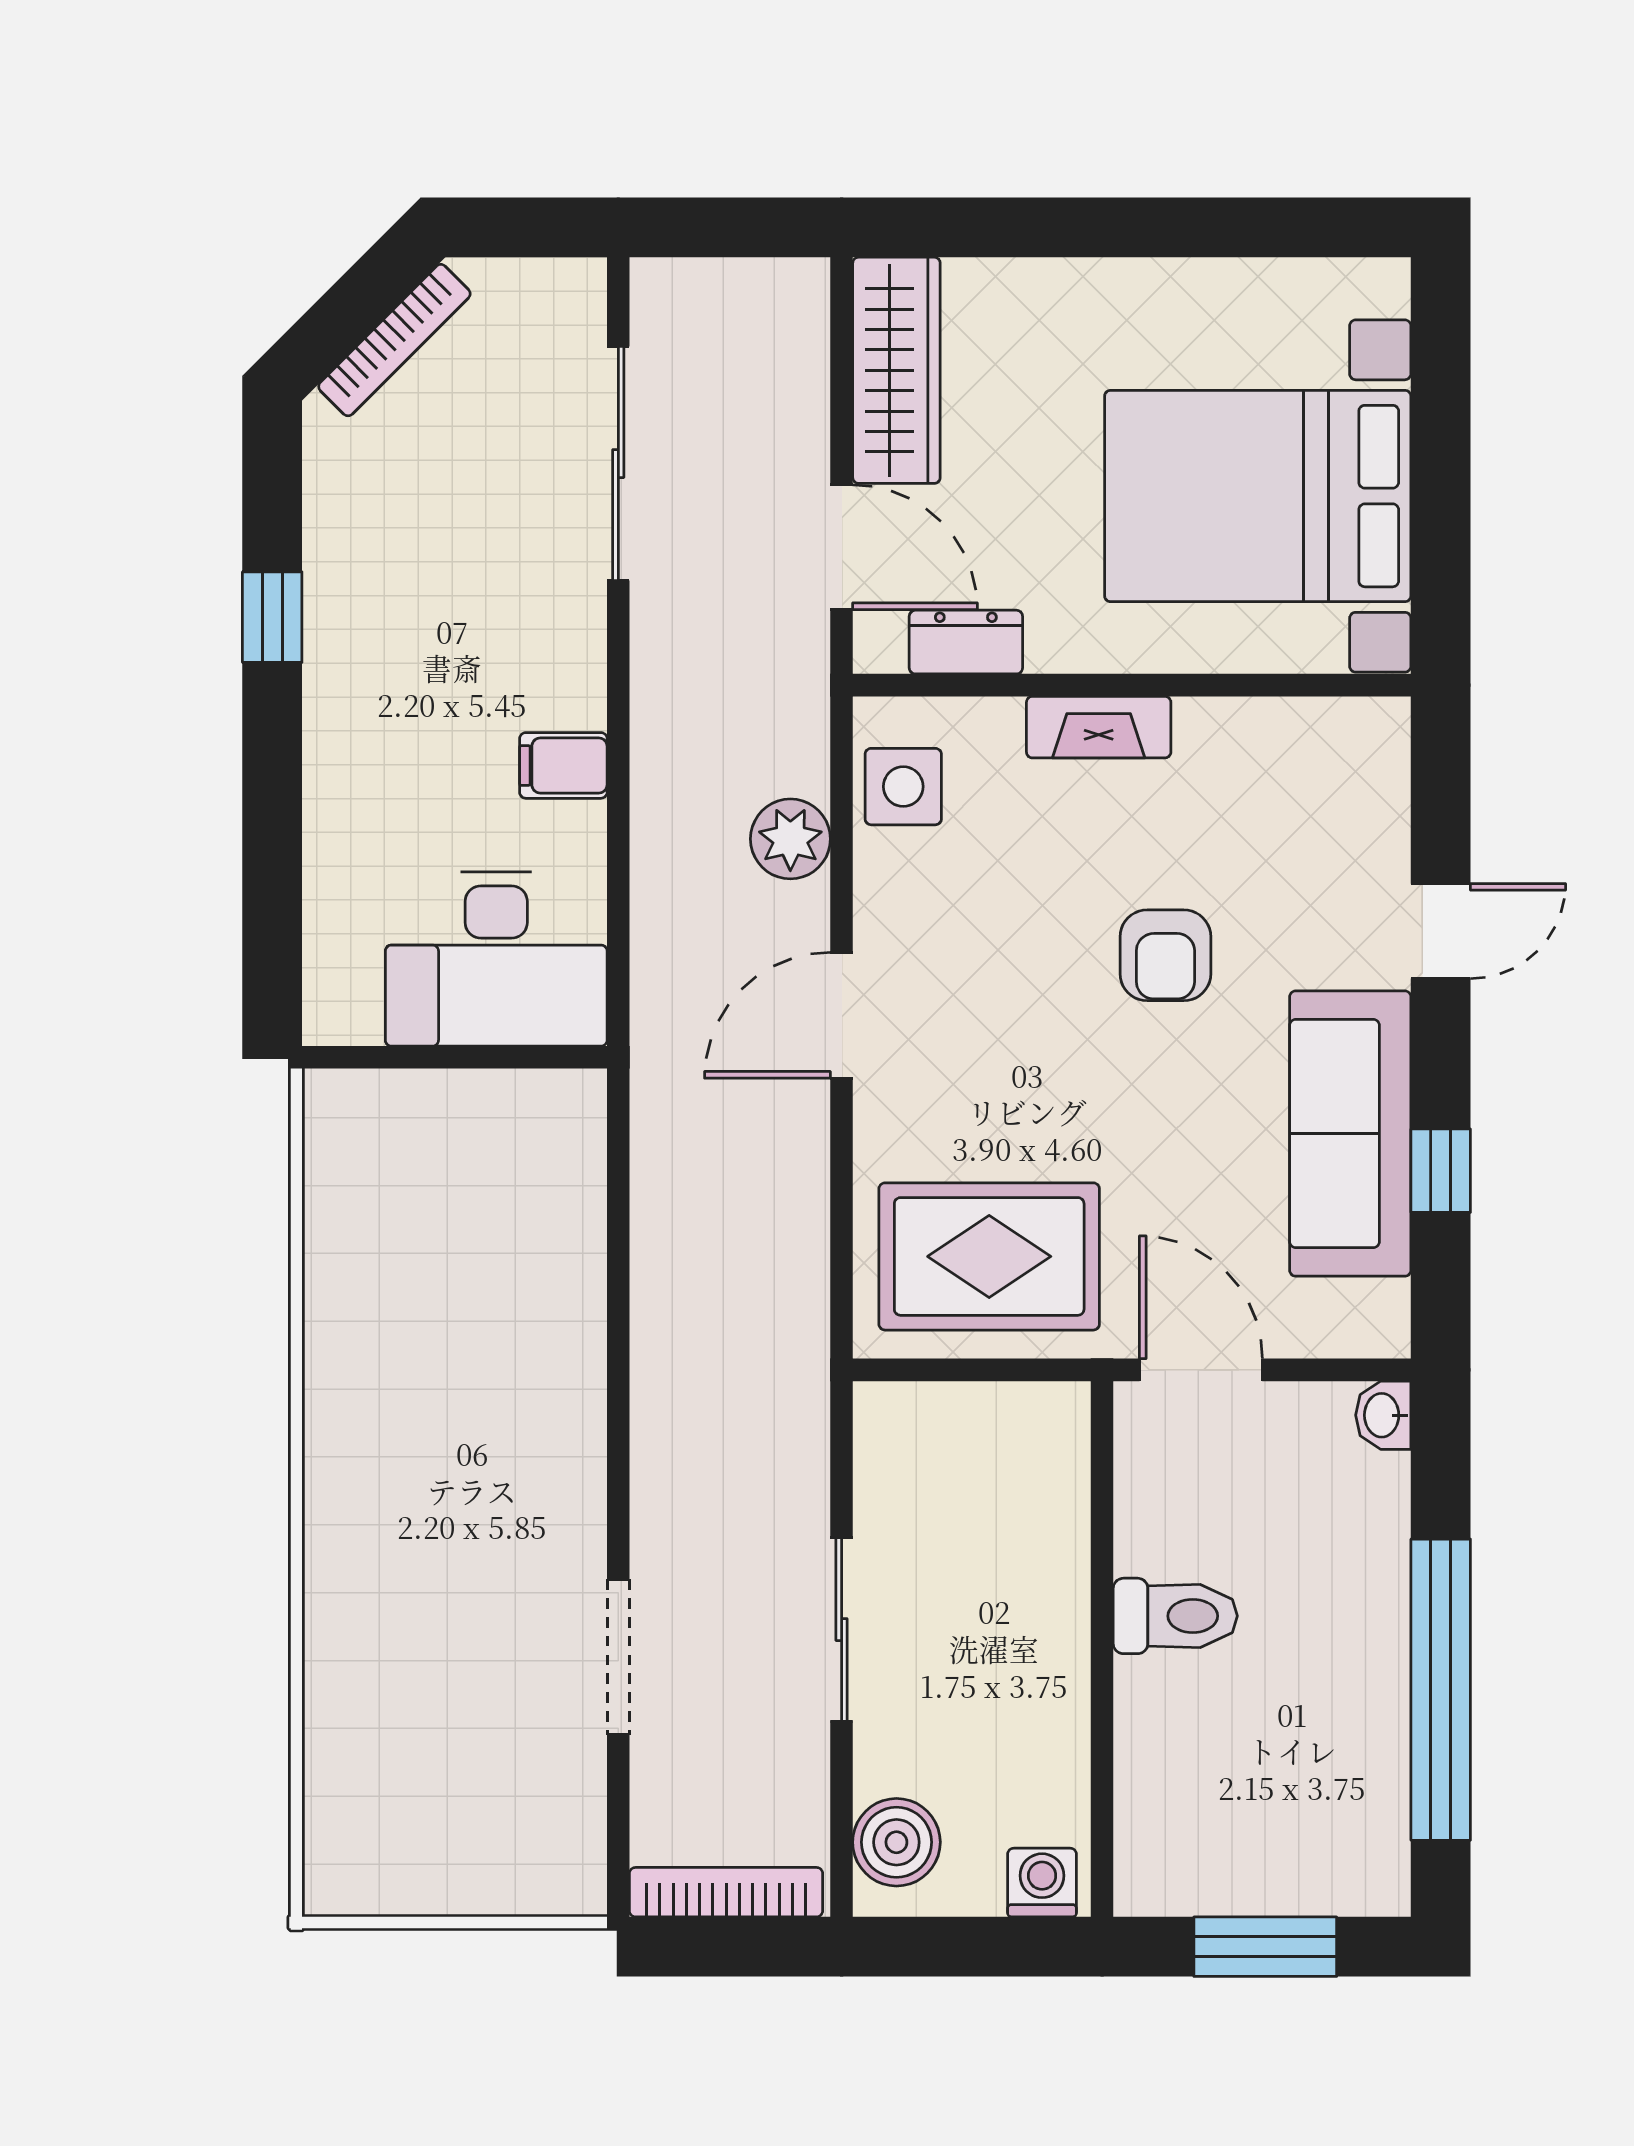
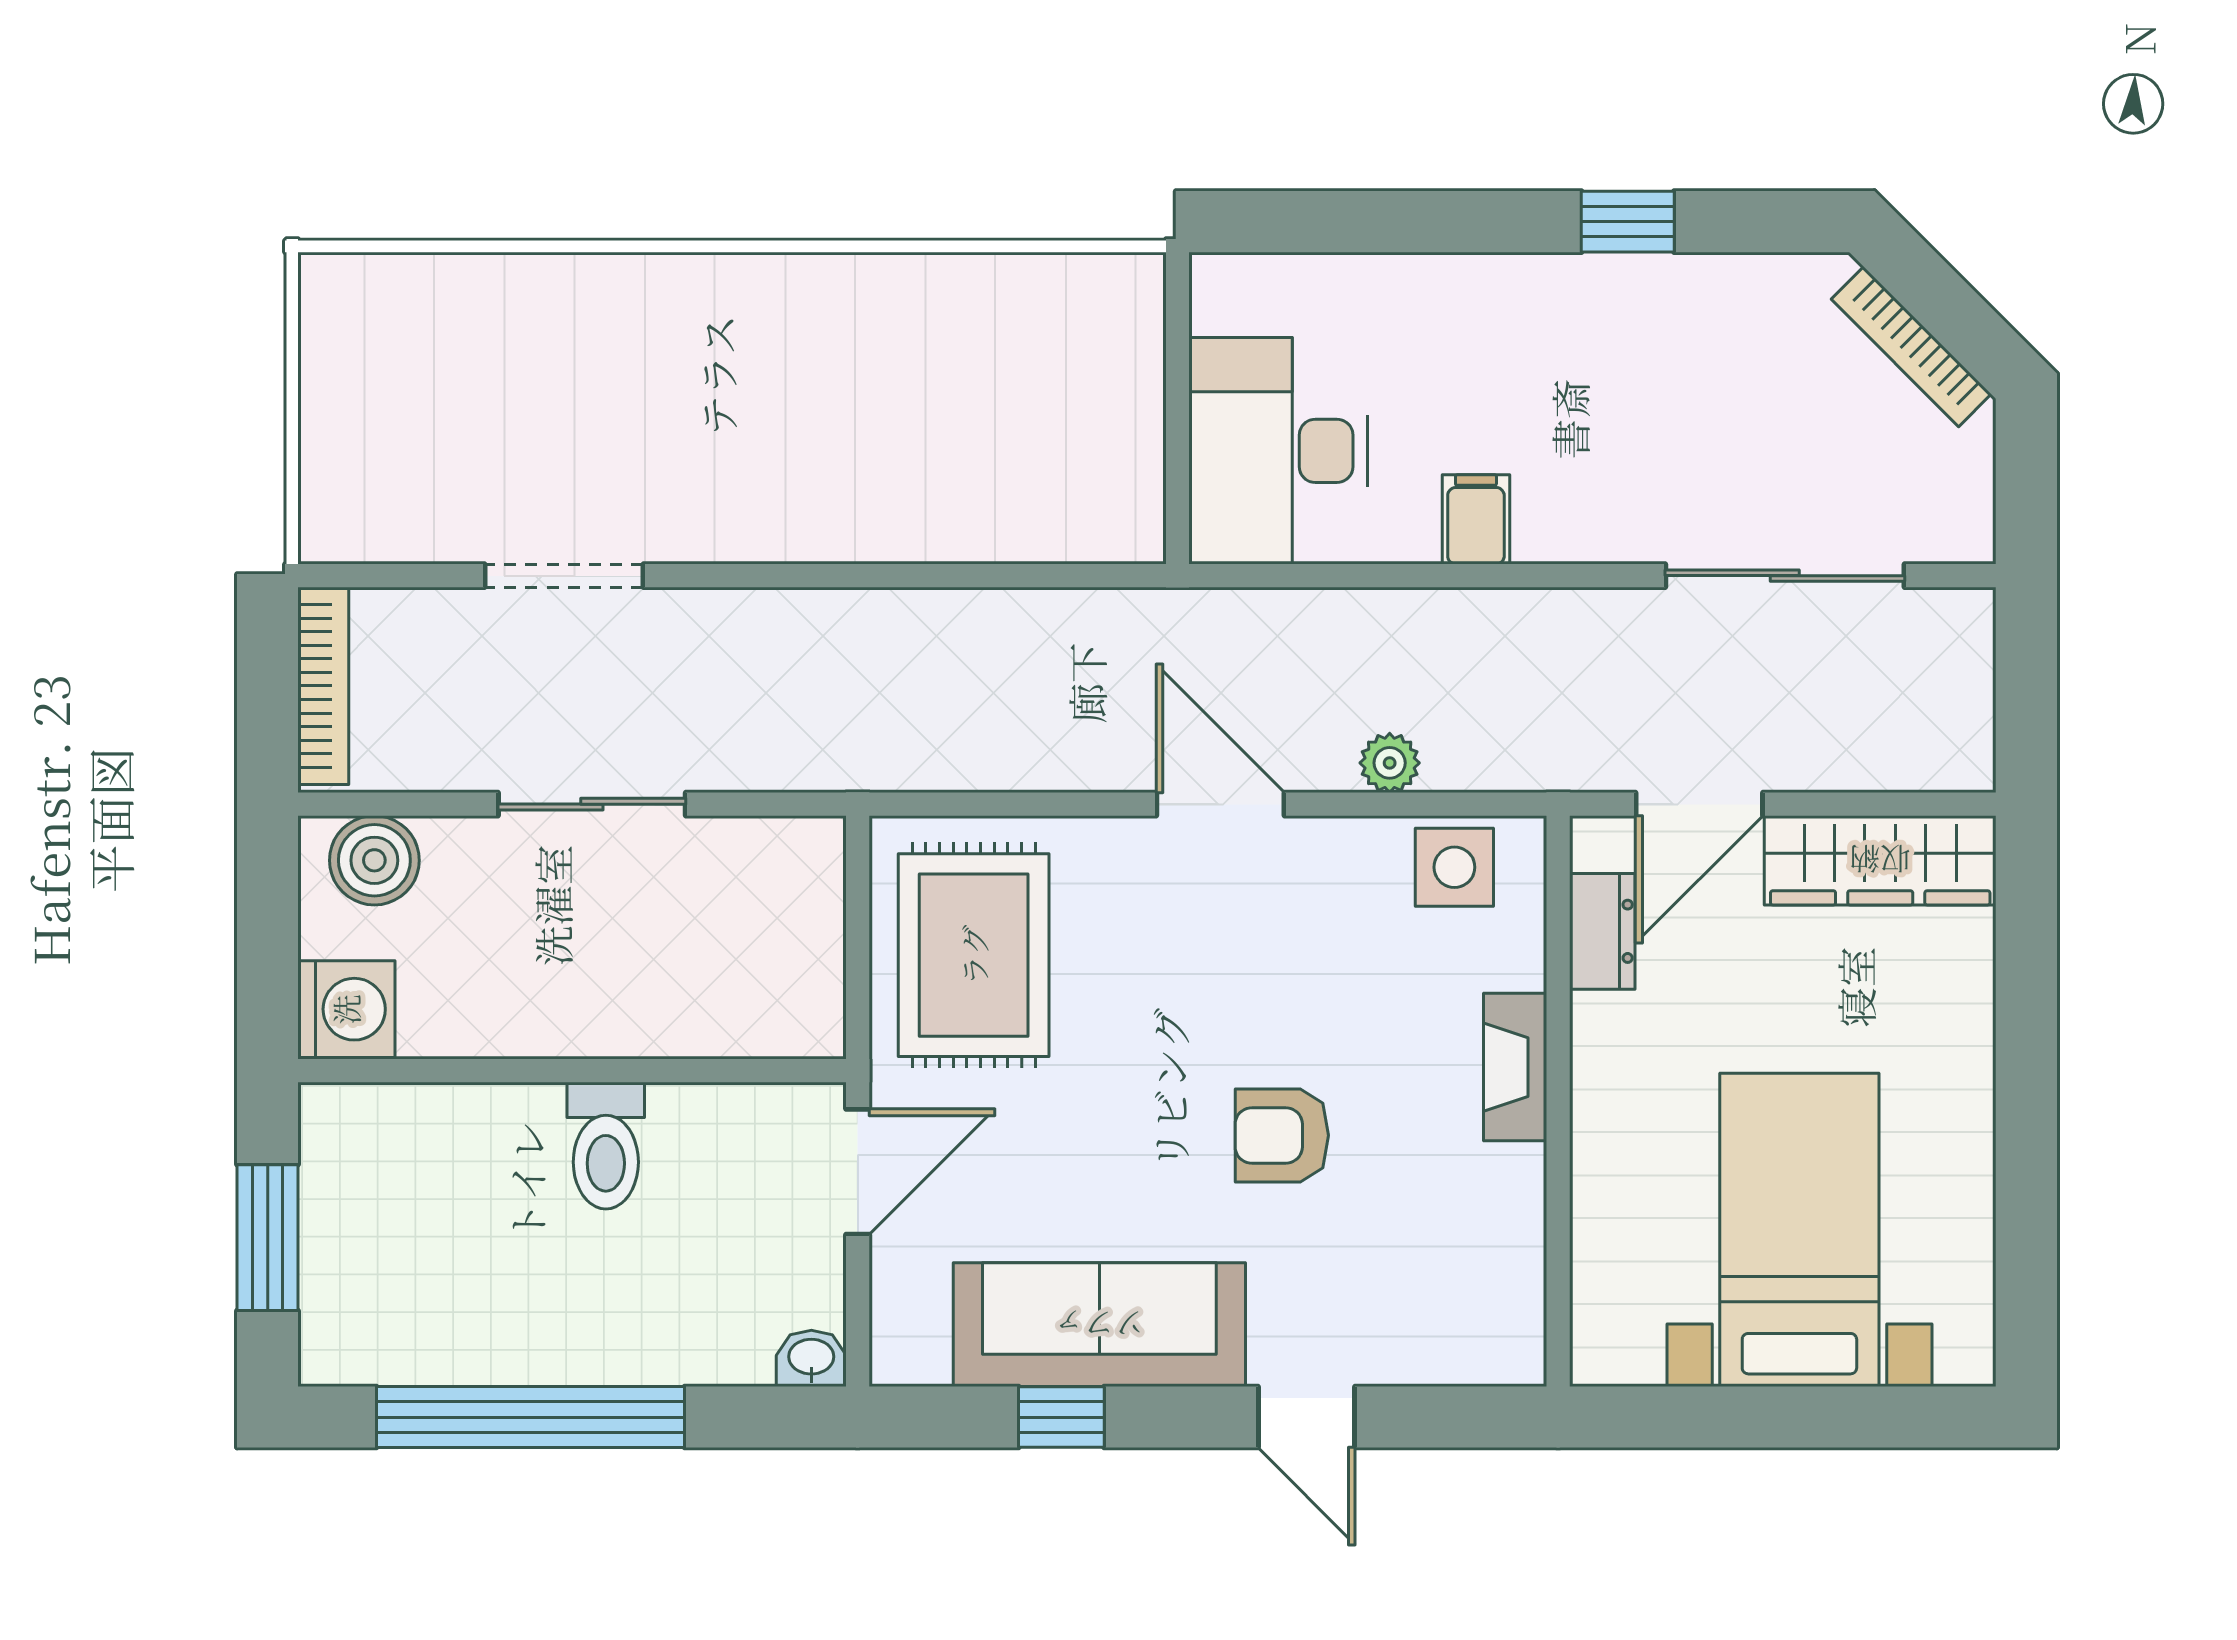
bed with nightstands: (1258, 496) -> (1799, 1230), width x0.73
plant: (790, 839) -> (1390, 763), width x0.73, depth x0.73
washing machine: (1042, 1883) -> (346, 1009), width x1.38, depth x1.38

